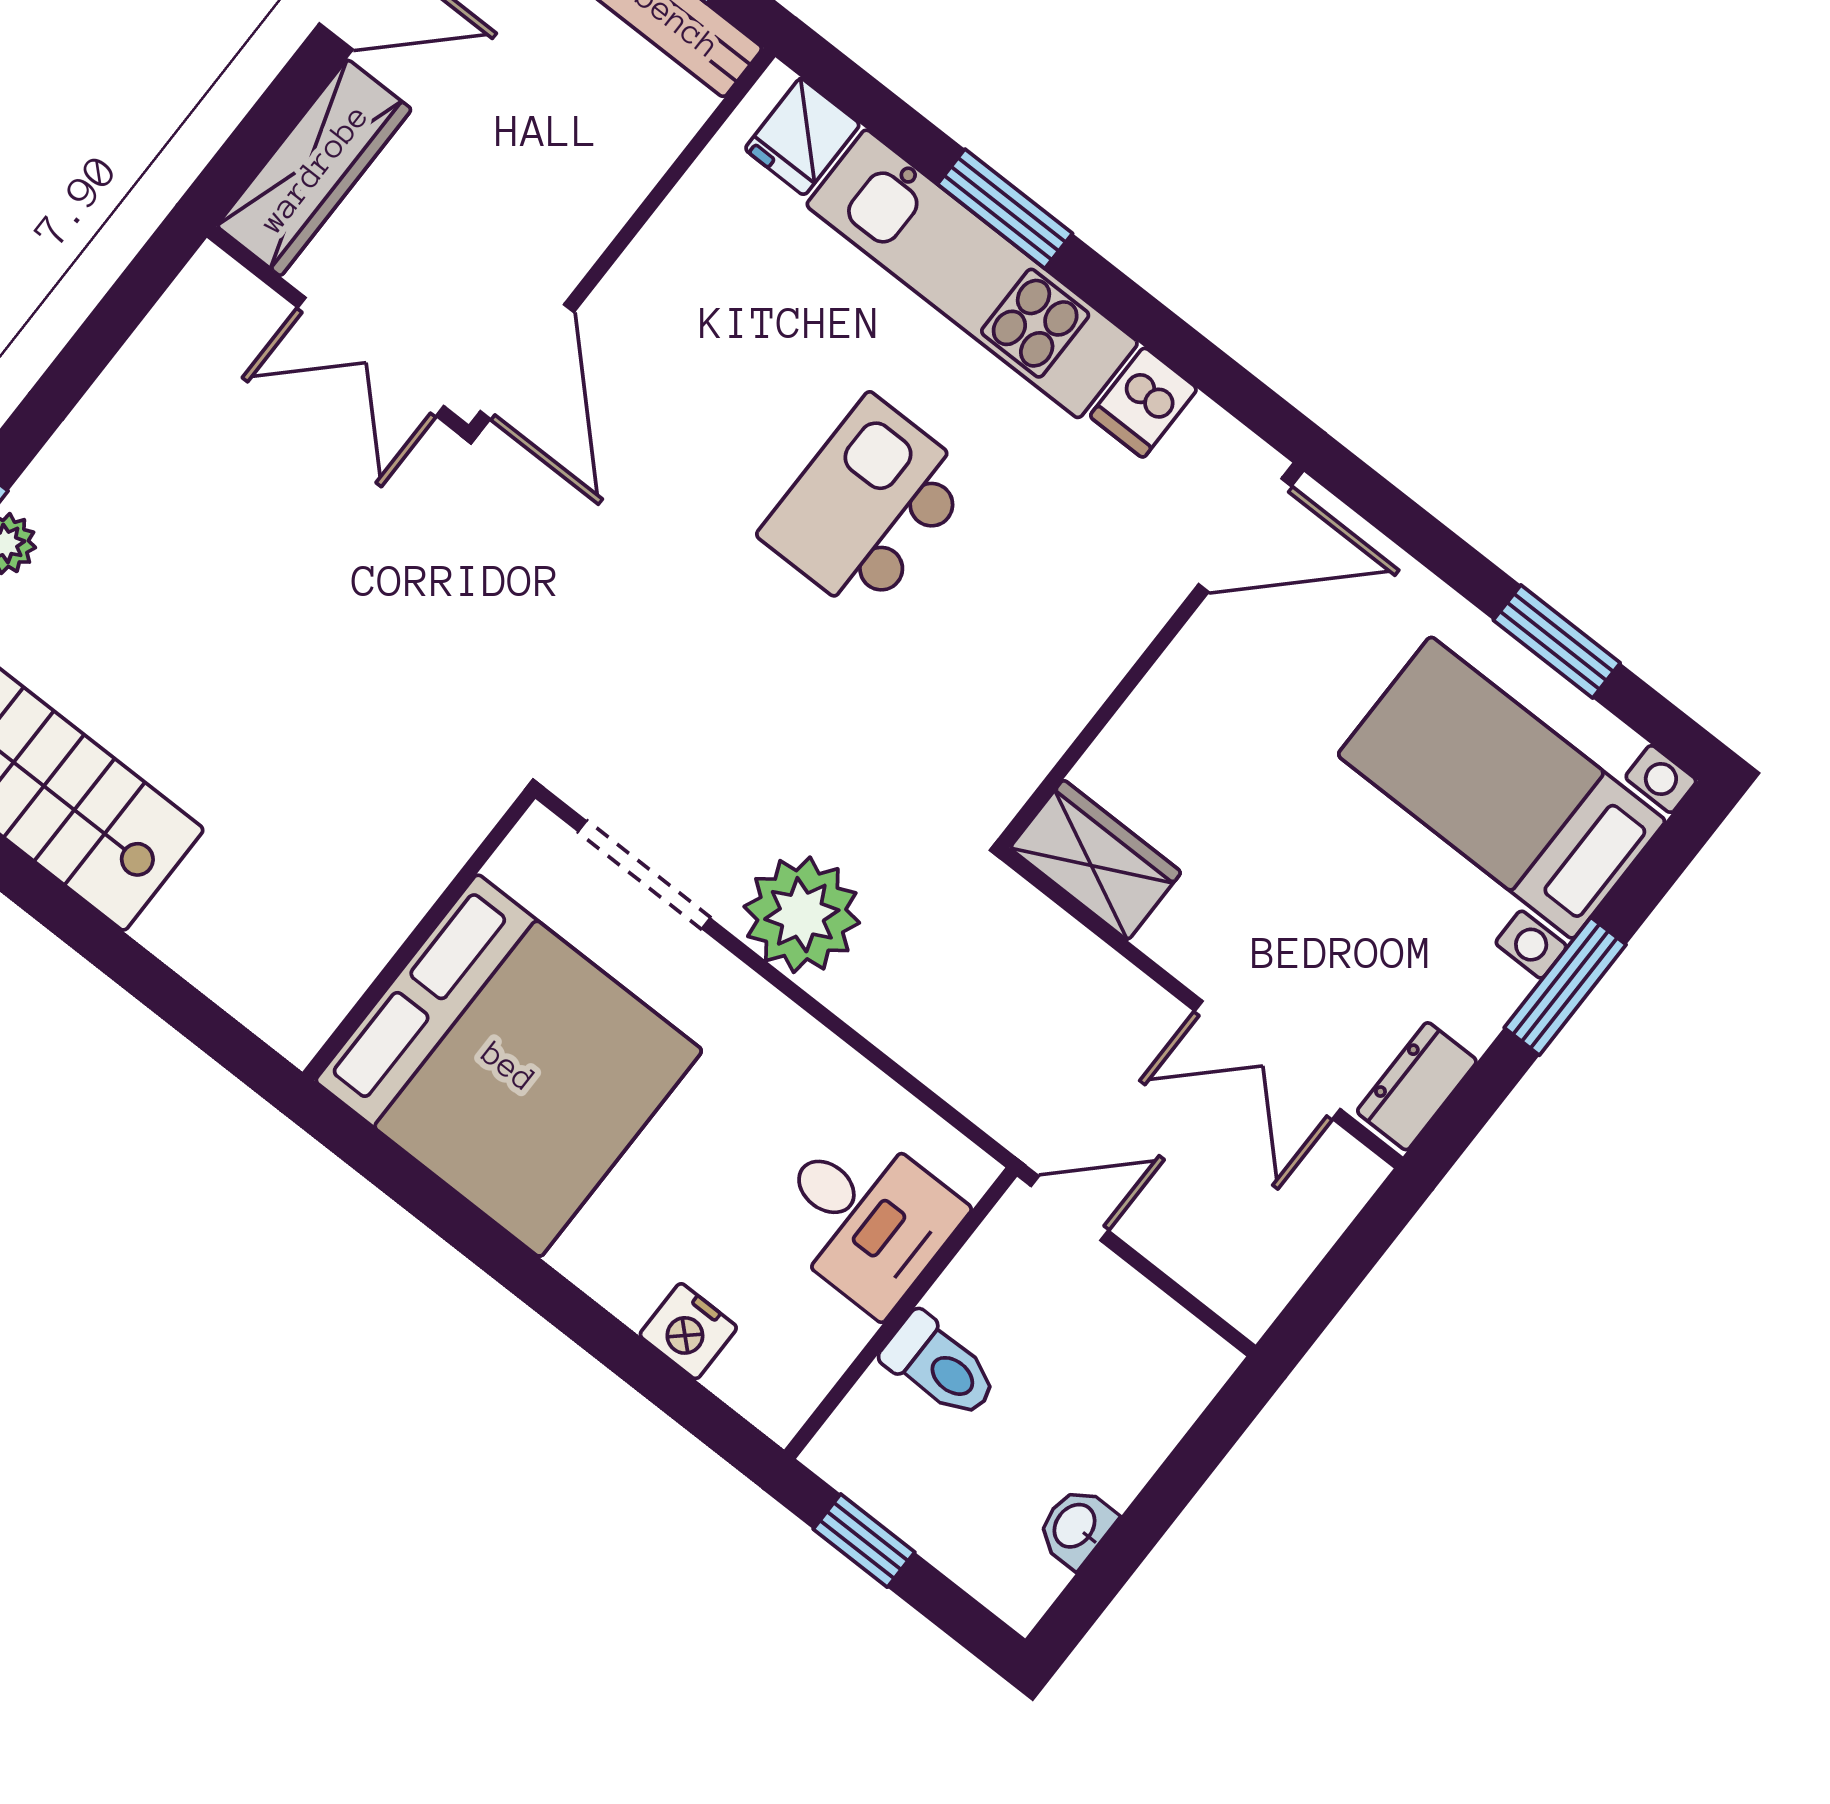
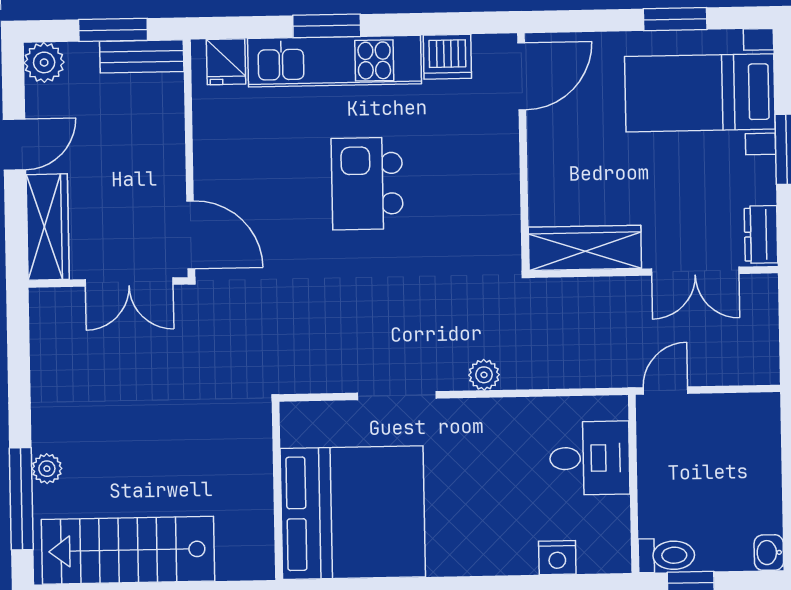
dishwasher: (1144, 402) -> (447, 57), width x1.38
wardrobe: (1096, 860) -> (585, 248), width x1.50
plant: (802, 915) -> (484, 375), width x0.53, depth x0.53
wall: (419, 935) -> (277, 491), moved
bed: (509, 1066) -> (353, 513), moved
toilet: (940, 1366) -> (666, 555), moved
washbasin: (1076, 1527) -> (769, 553), moved

